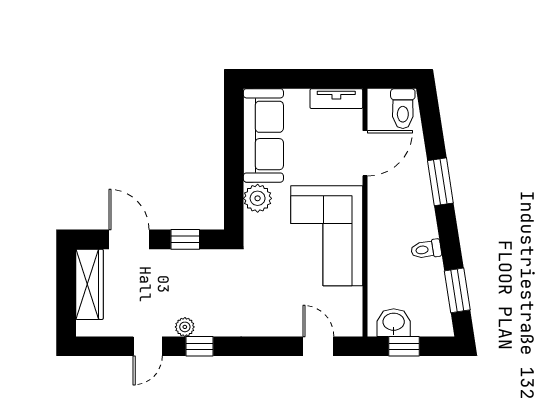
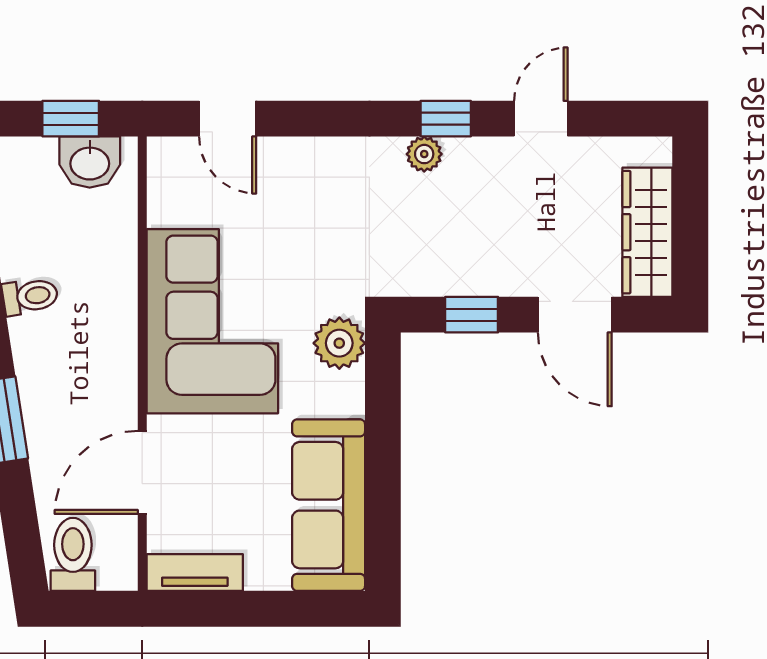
plant: (258, 198) -> (339, 343), moved
plant: (185, 327) -> (424, 154), moved

